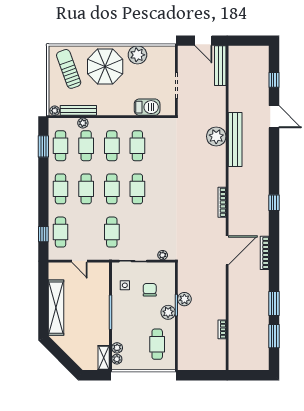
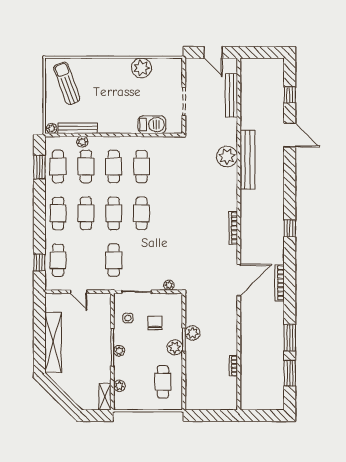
bench: (220, 66) -> (231, 95), moved
parasol: (105, 67) -> (106, 81), removed
plant: (117, 359) -> (119, 351), moved

